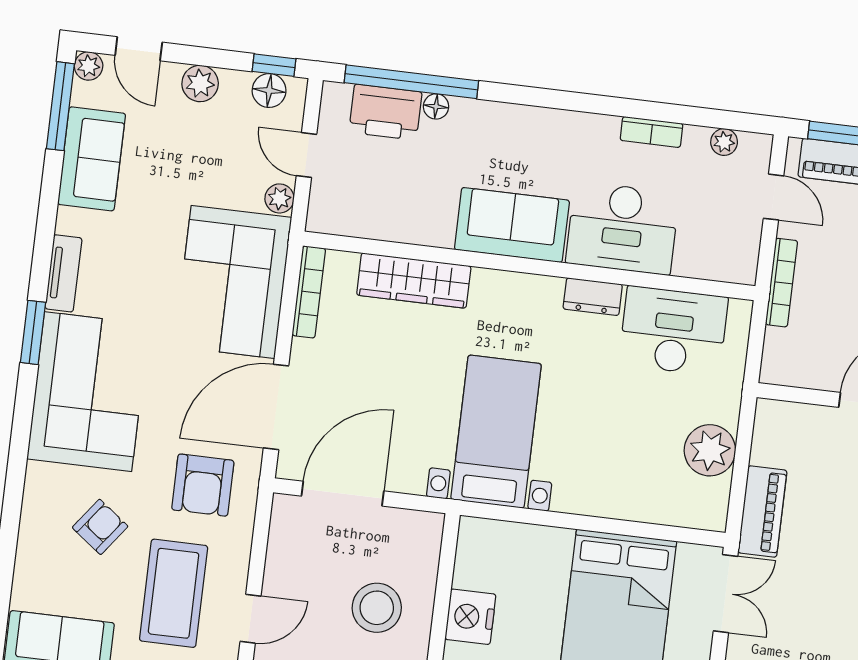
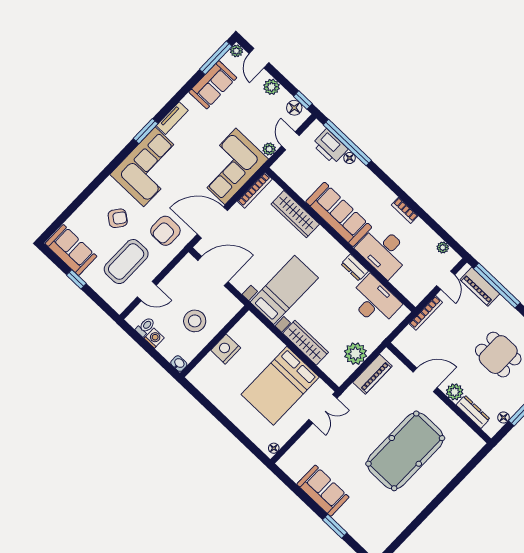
bookcase: (652, 132) -> (405, 210), moved
sofa: (512, 225) -> (339, 214), width x1.36
wardrobe: (606, 498) -> (306, 343), added
piano: (762, 511) -> (372, 374), moved

